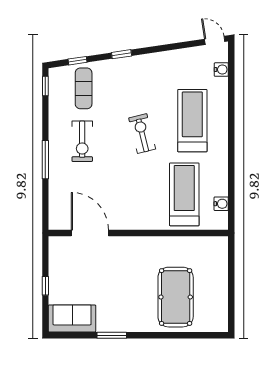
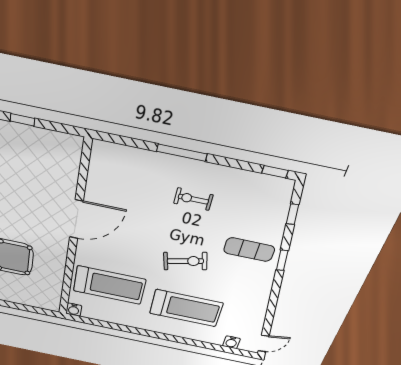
exercise mat: (84, 88) -> (249, 250), moved
exercise bike: (82, 141) -> (193, 199), width x0.73, depth x0.72
water cooler: (221, 204) -> (74, 310), moved
door: (90, 233) -> (76, 219), moved

